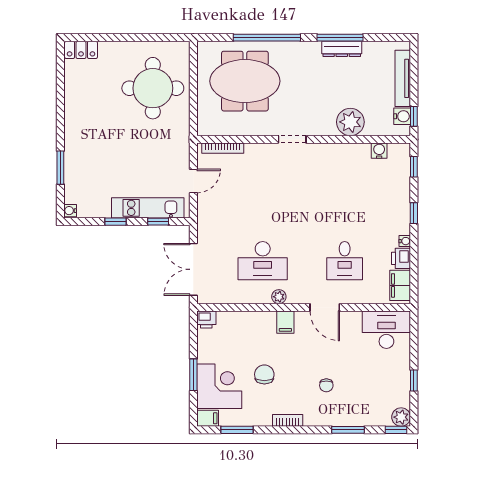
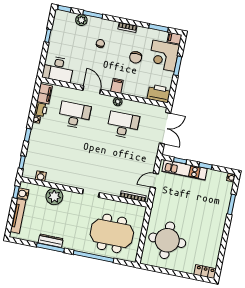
desk: (345, 261) -> (74, 115), width x1.37
printer: (206, 319) -> (159, 94), width x1.87, depth x1.48
plant: (401, 417) -> (81, 20), moved

